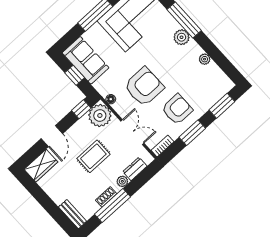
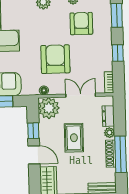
window: (81, 109) -> (33, 131), moved
armchair: (177, 109) -> (81, 24), moved
window: (192, 133) -> (118, 53), width x0.67
shoe rack: (106, 197) -> (111, 154), width x1.43

